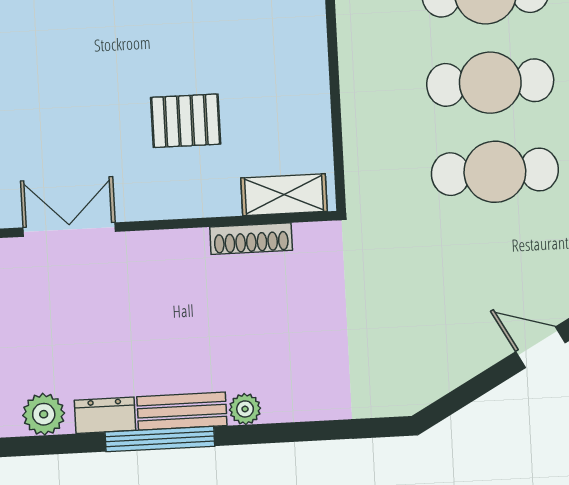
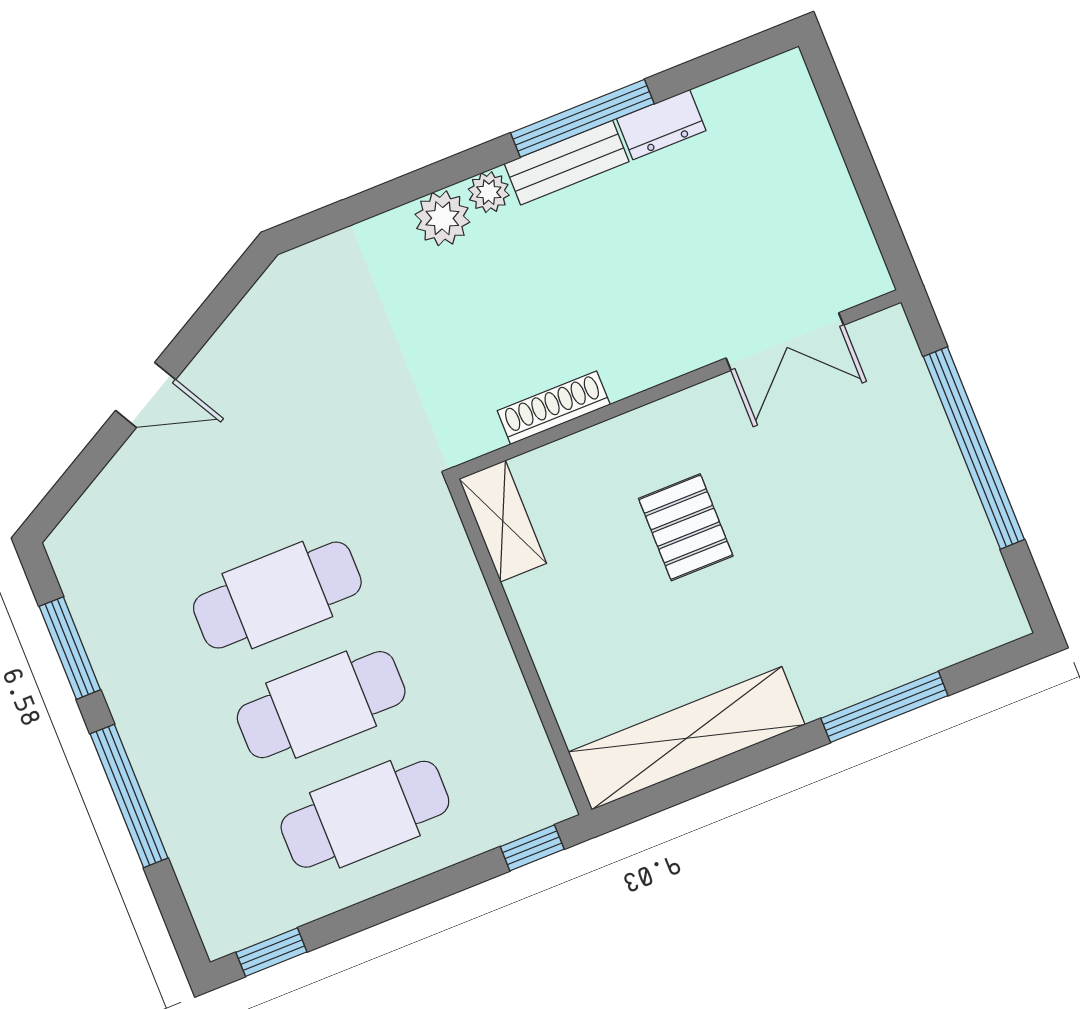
pallet: (186, 121) -> (686, 527), turned 90
shelving: (284, 195) -> (503, 521), moved, turned 90
plant: (44, 414) -> (442, 218), moved

